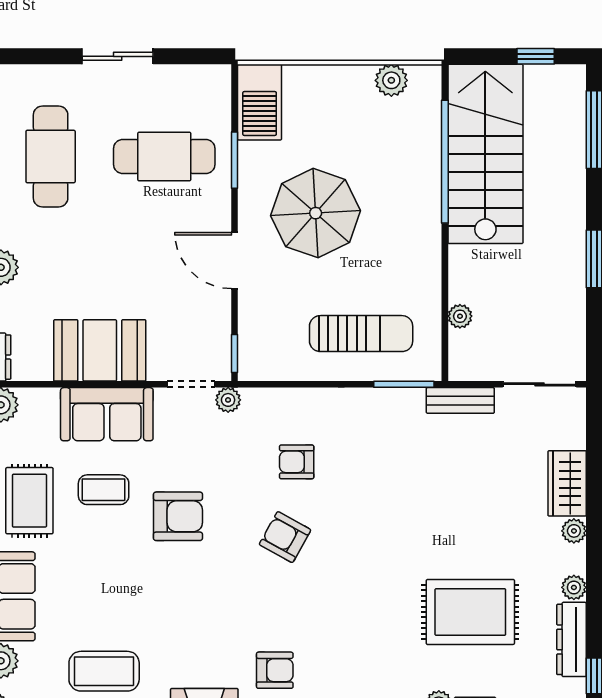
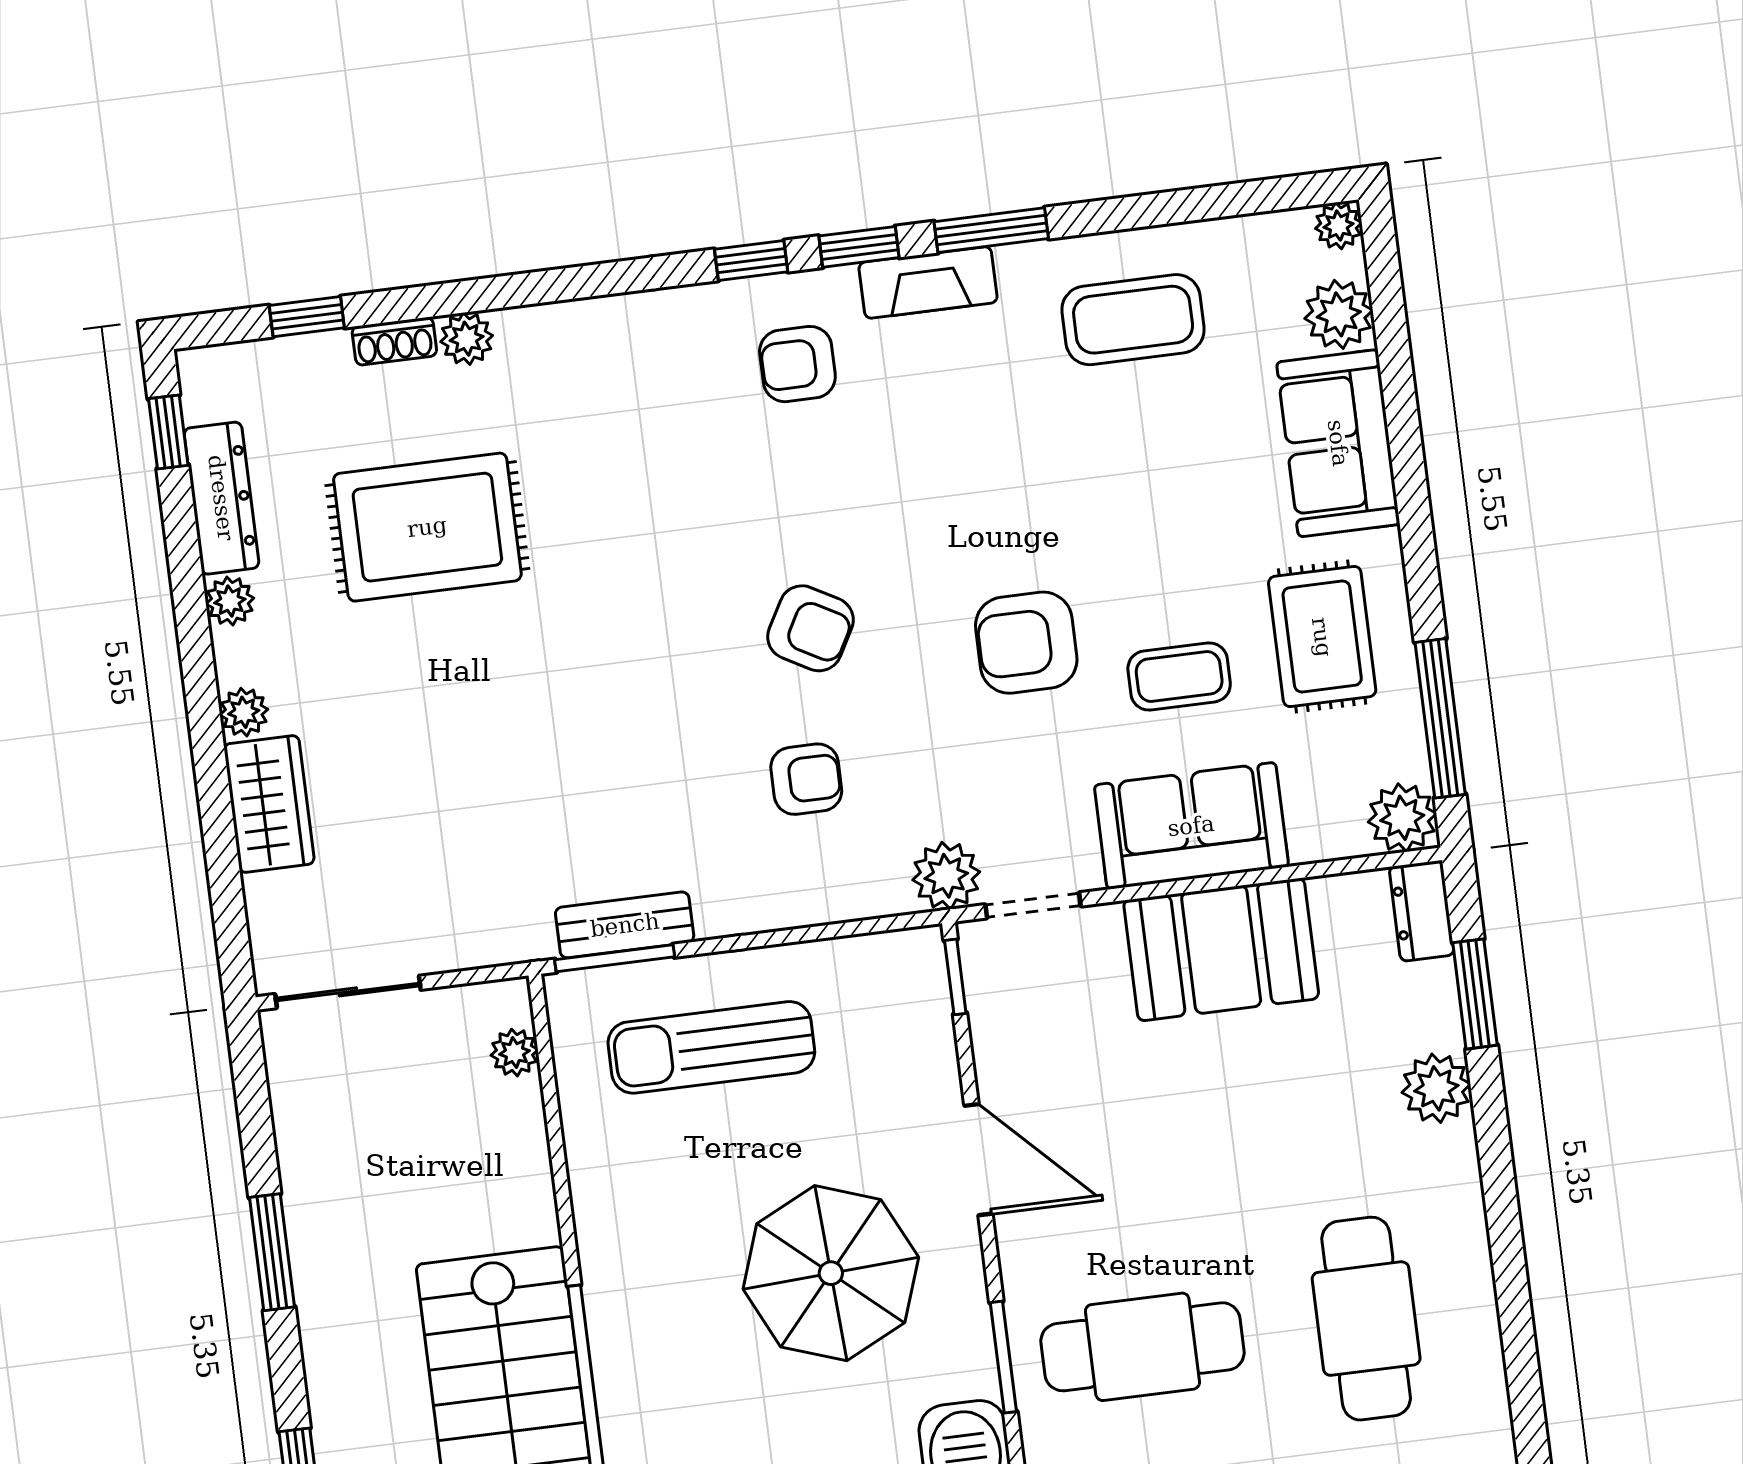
plant: (460, 316) -> (515, 1053), moved
plant: (228, 400) -> (946, 876), width x1.38, depth x1.38
bench: (460, 400) -> (625, 925), moved

